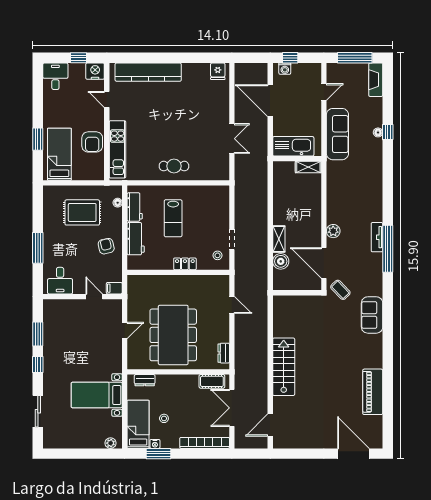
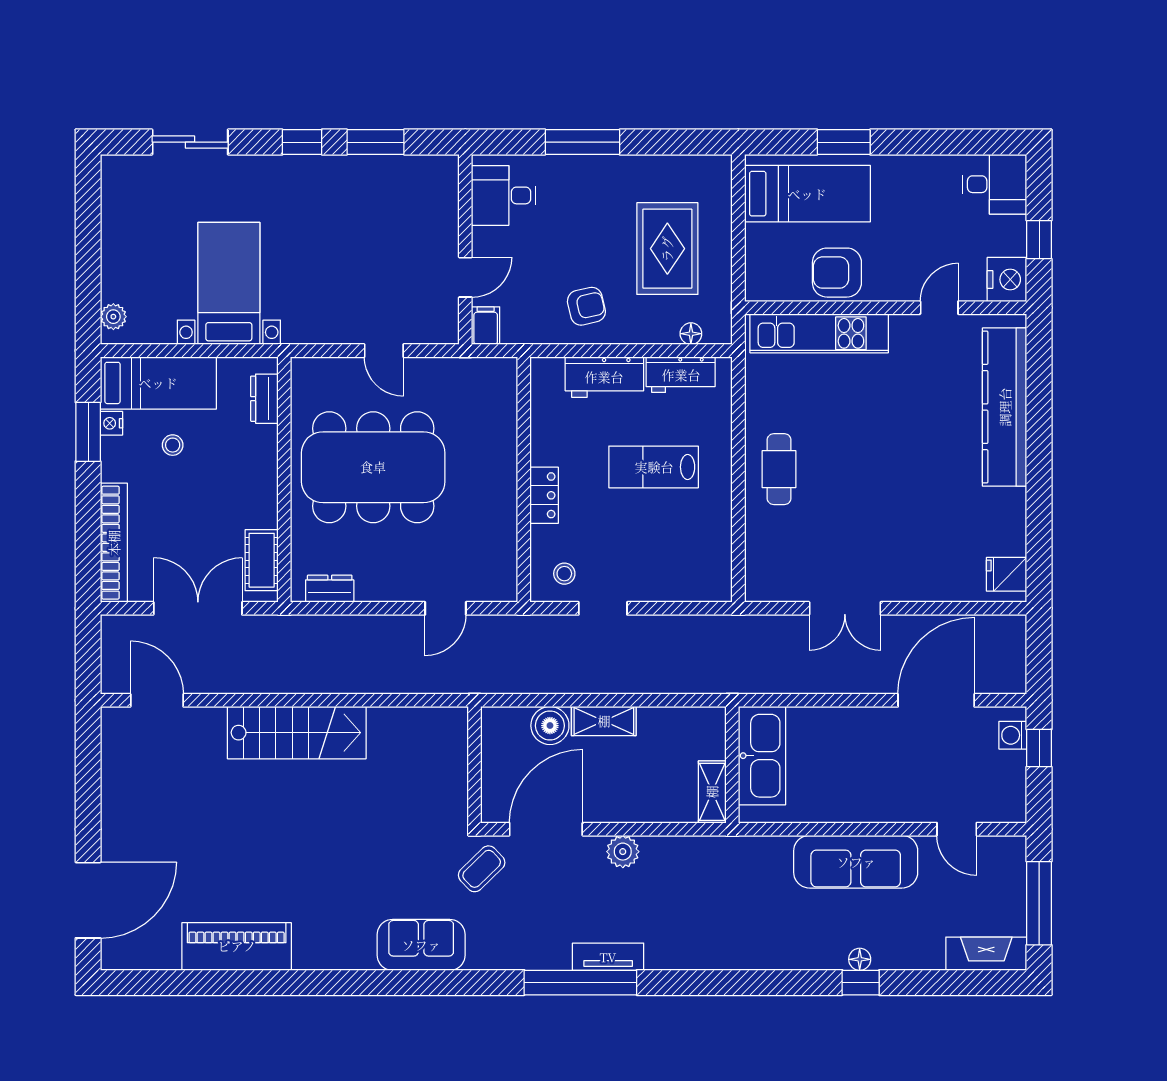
kitchen sink: (293, 146) -> (762, 756), moved
wall: (297, 159) -> (732, 765), moved
shelving: (308, 167) -> (712, 792), moved

